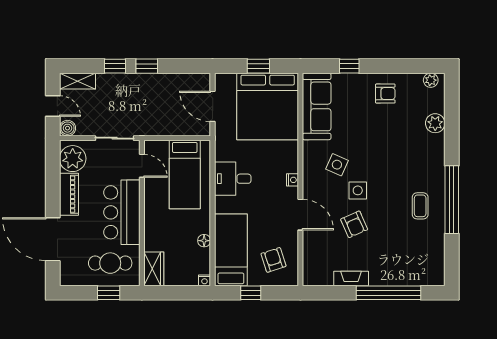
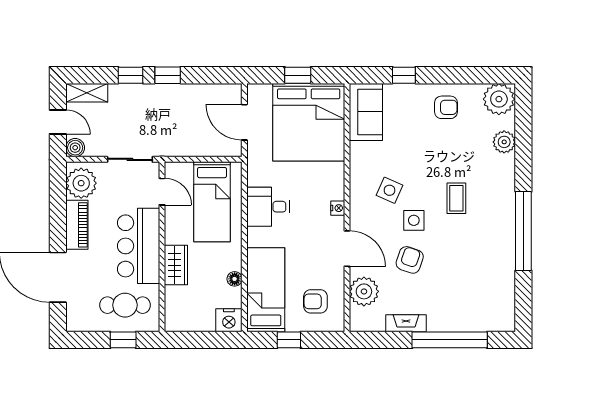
plant: (431, 80) -> (499, 99), width x1.88, depth x1.88
sofa: (317, 106) -> (366, 112), width x0.73
coffee table: (420, 206) -> (456, 198), moved
armchair: (354, 224) -> (410, 260), turned -137
plant: (315, 251) -> (364, 291), added
armchair: (273, 260) -> (315, 301), turned -72
wardrobe: (154, 269) -> (176, 265), moved
nightstand: (204, 280) -> (229, 320), width x1.89, depth x1.79

